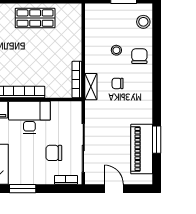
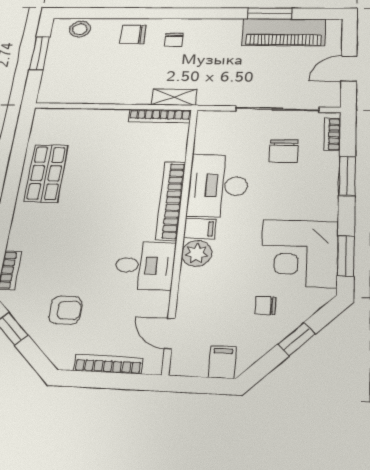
stool: (116, 50) -> (119, 63), removed
chair: (118, 83) -> (174, 40), moved
window: (23, 189) -> (347, 176), moved

